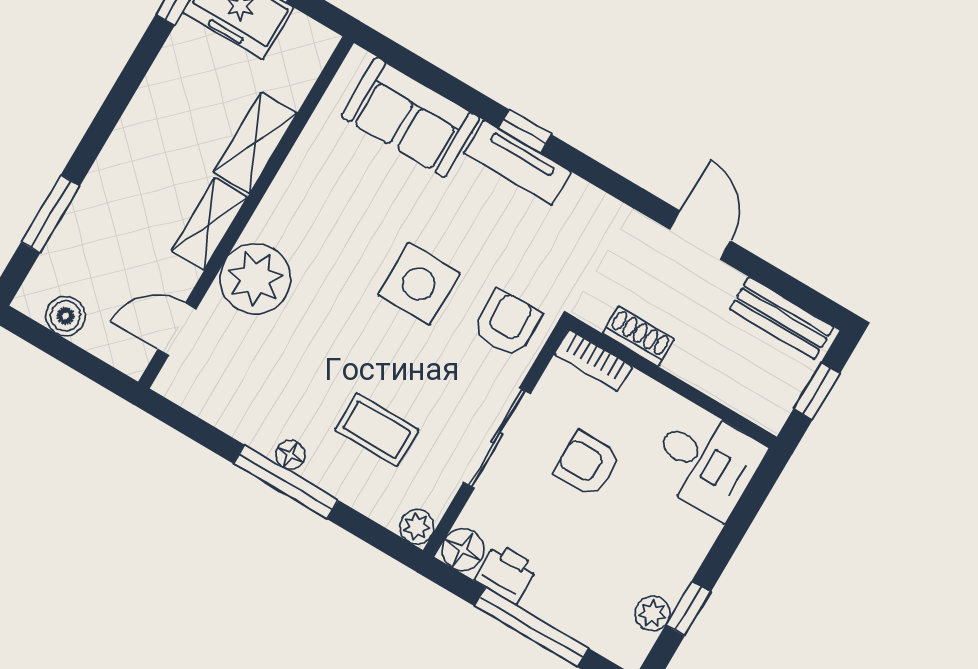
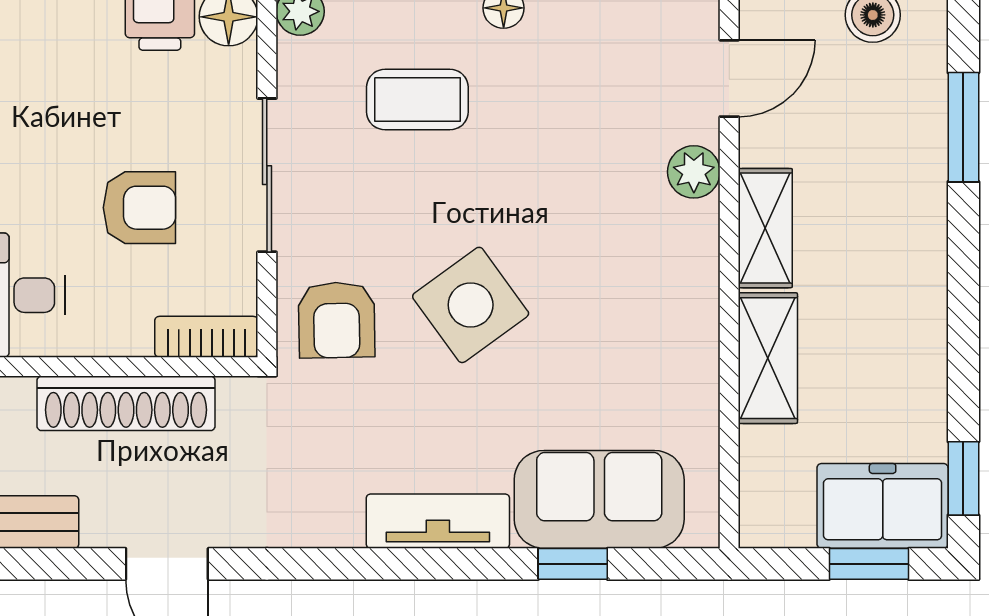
window: (525, 131) -> (573, 564), moved
plant: (255, 279) -> (694, 172), width x0.53, depth x0.53
side table: (419, 284) -> (471, 305), turned -36
shoe rack: (638, 336) -> (126, 403), width x1.94, depth x1.24

